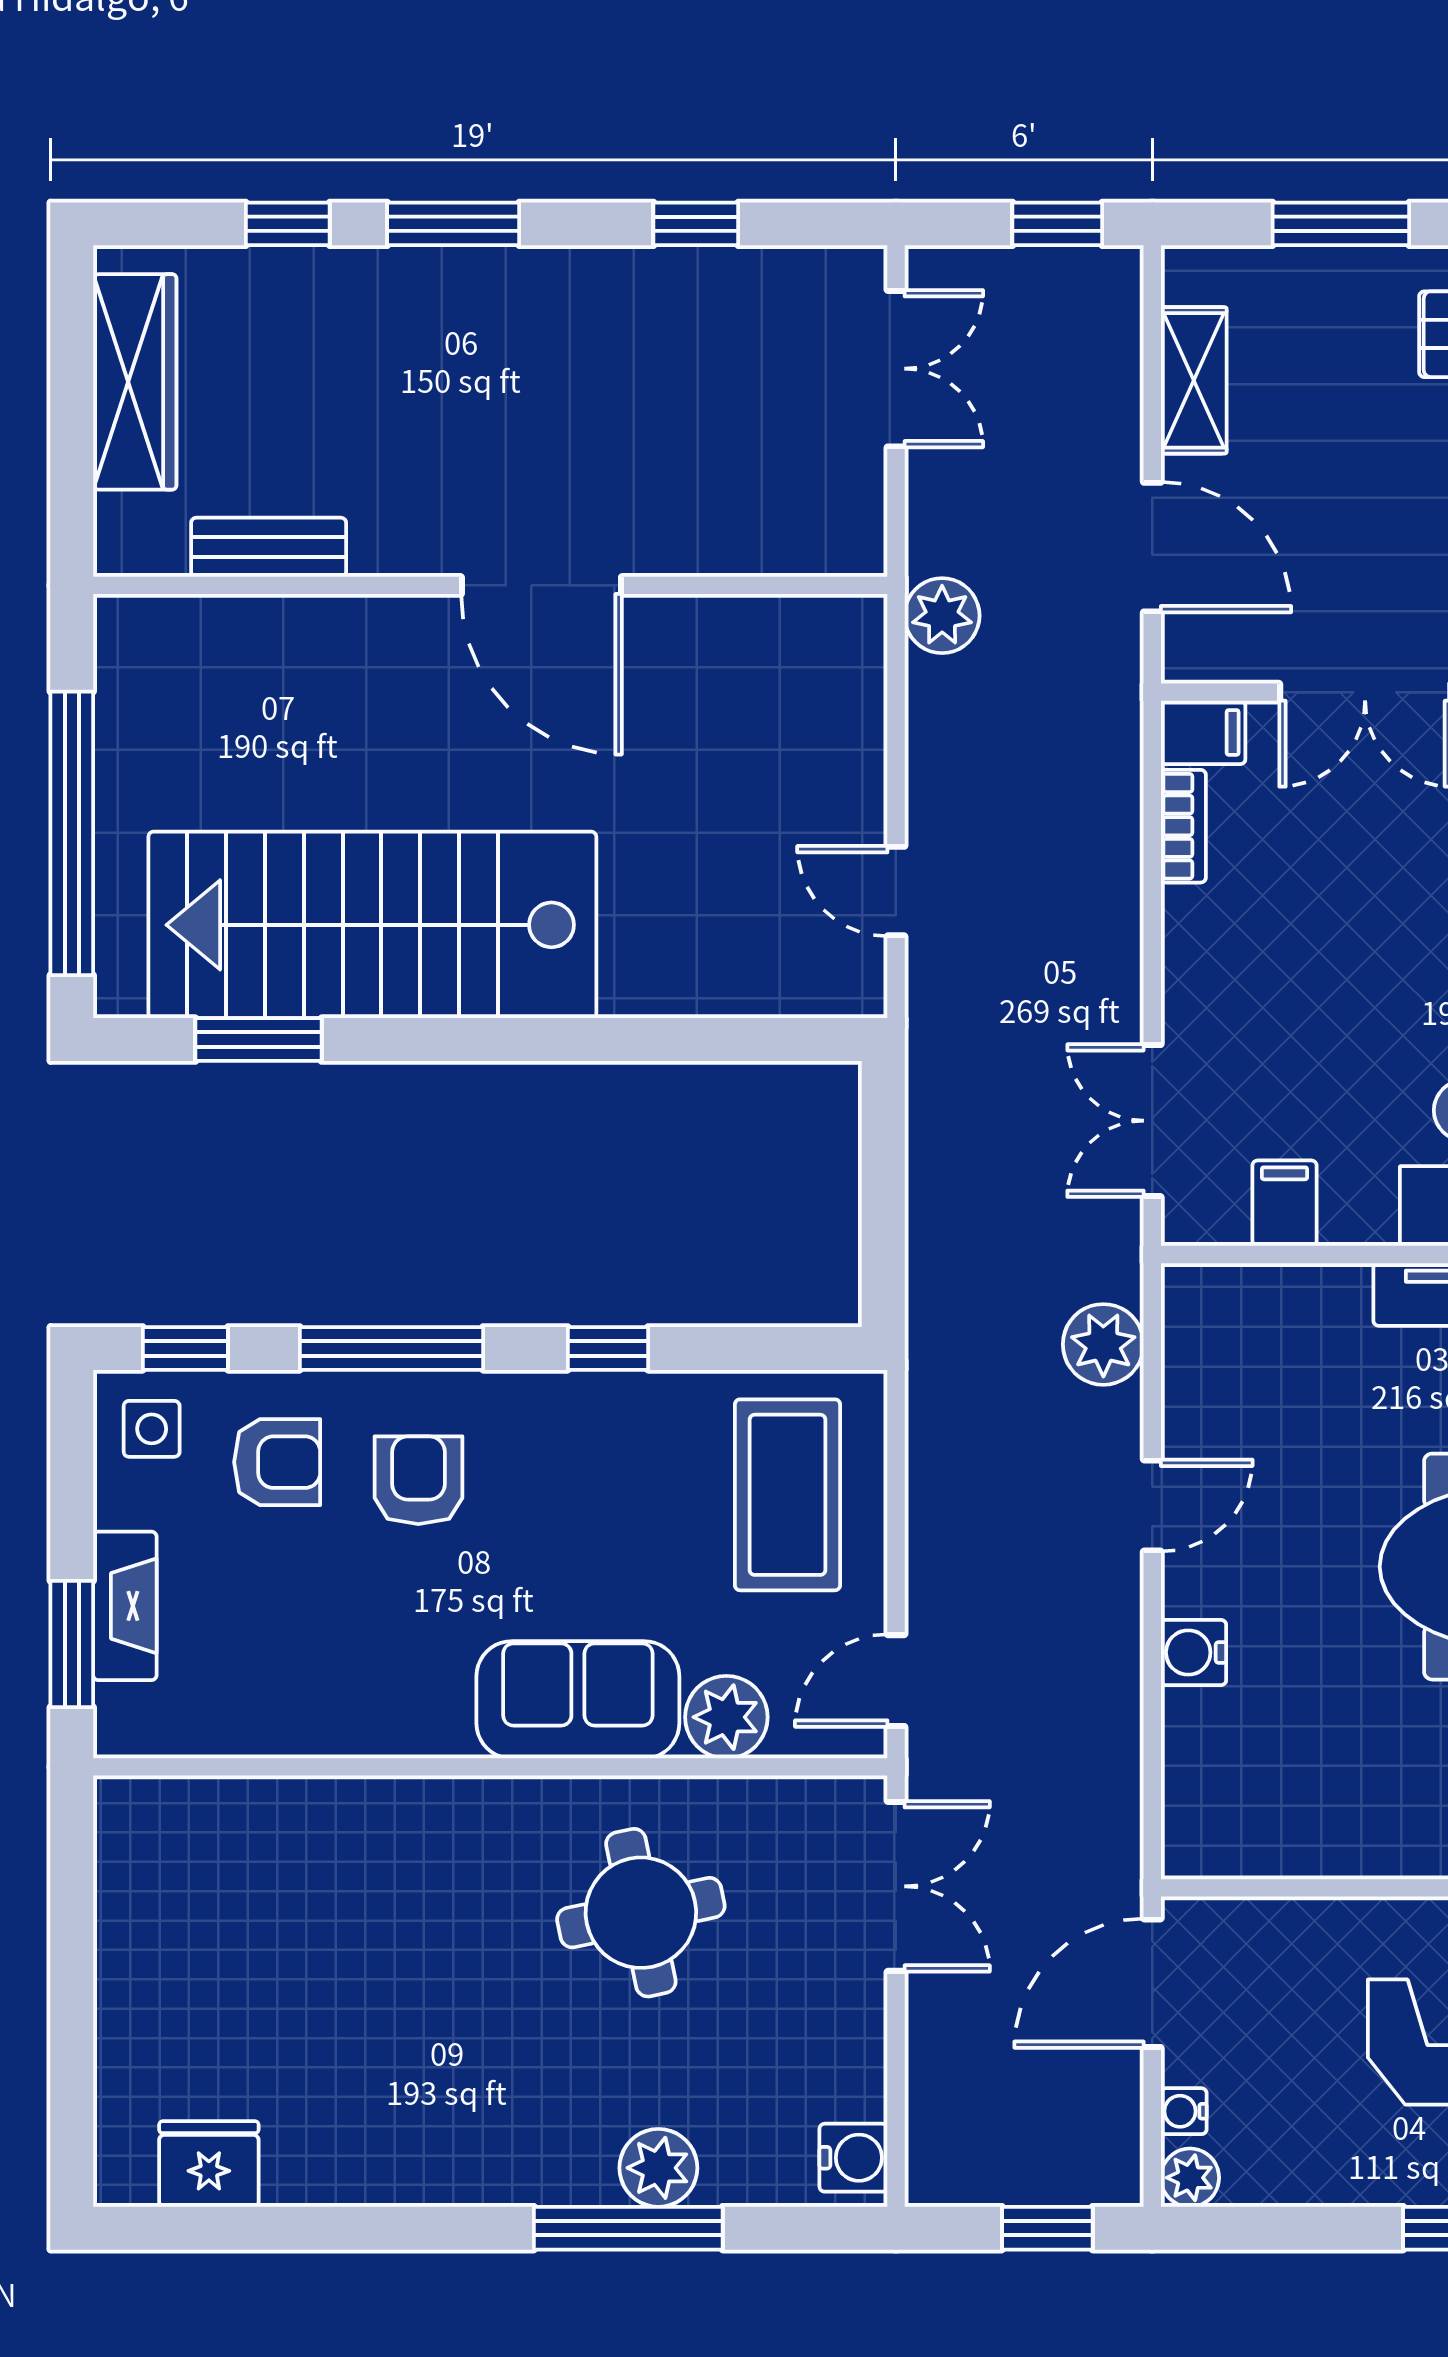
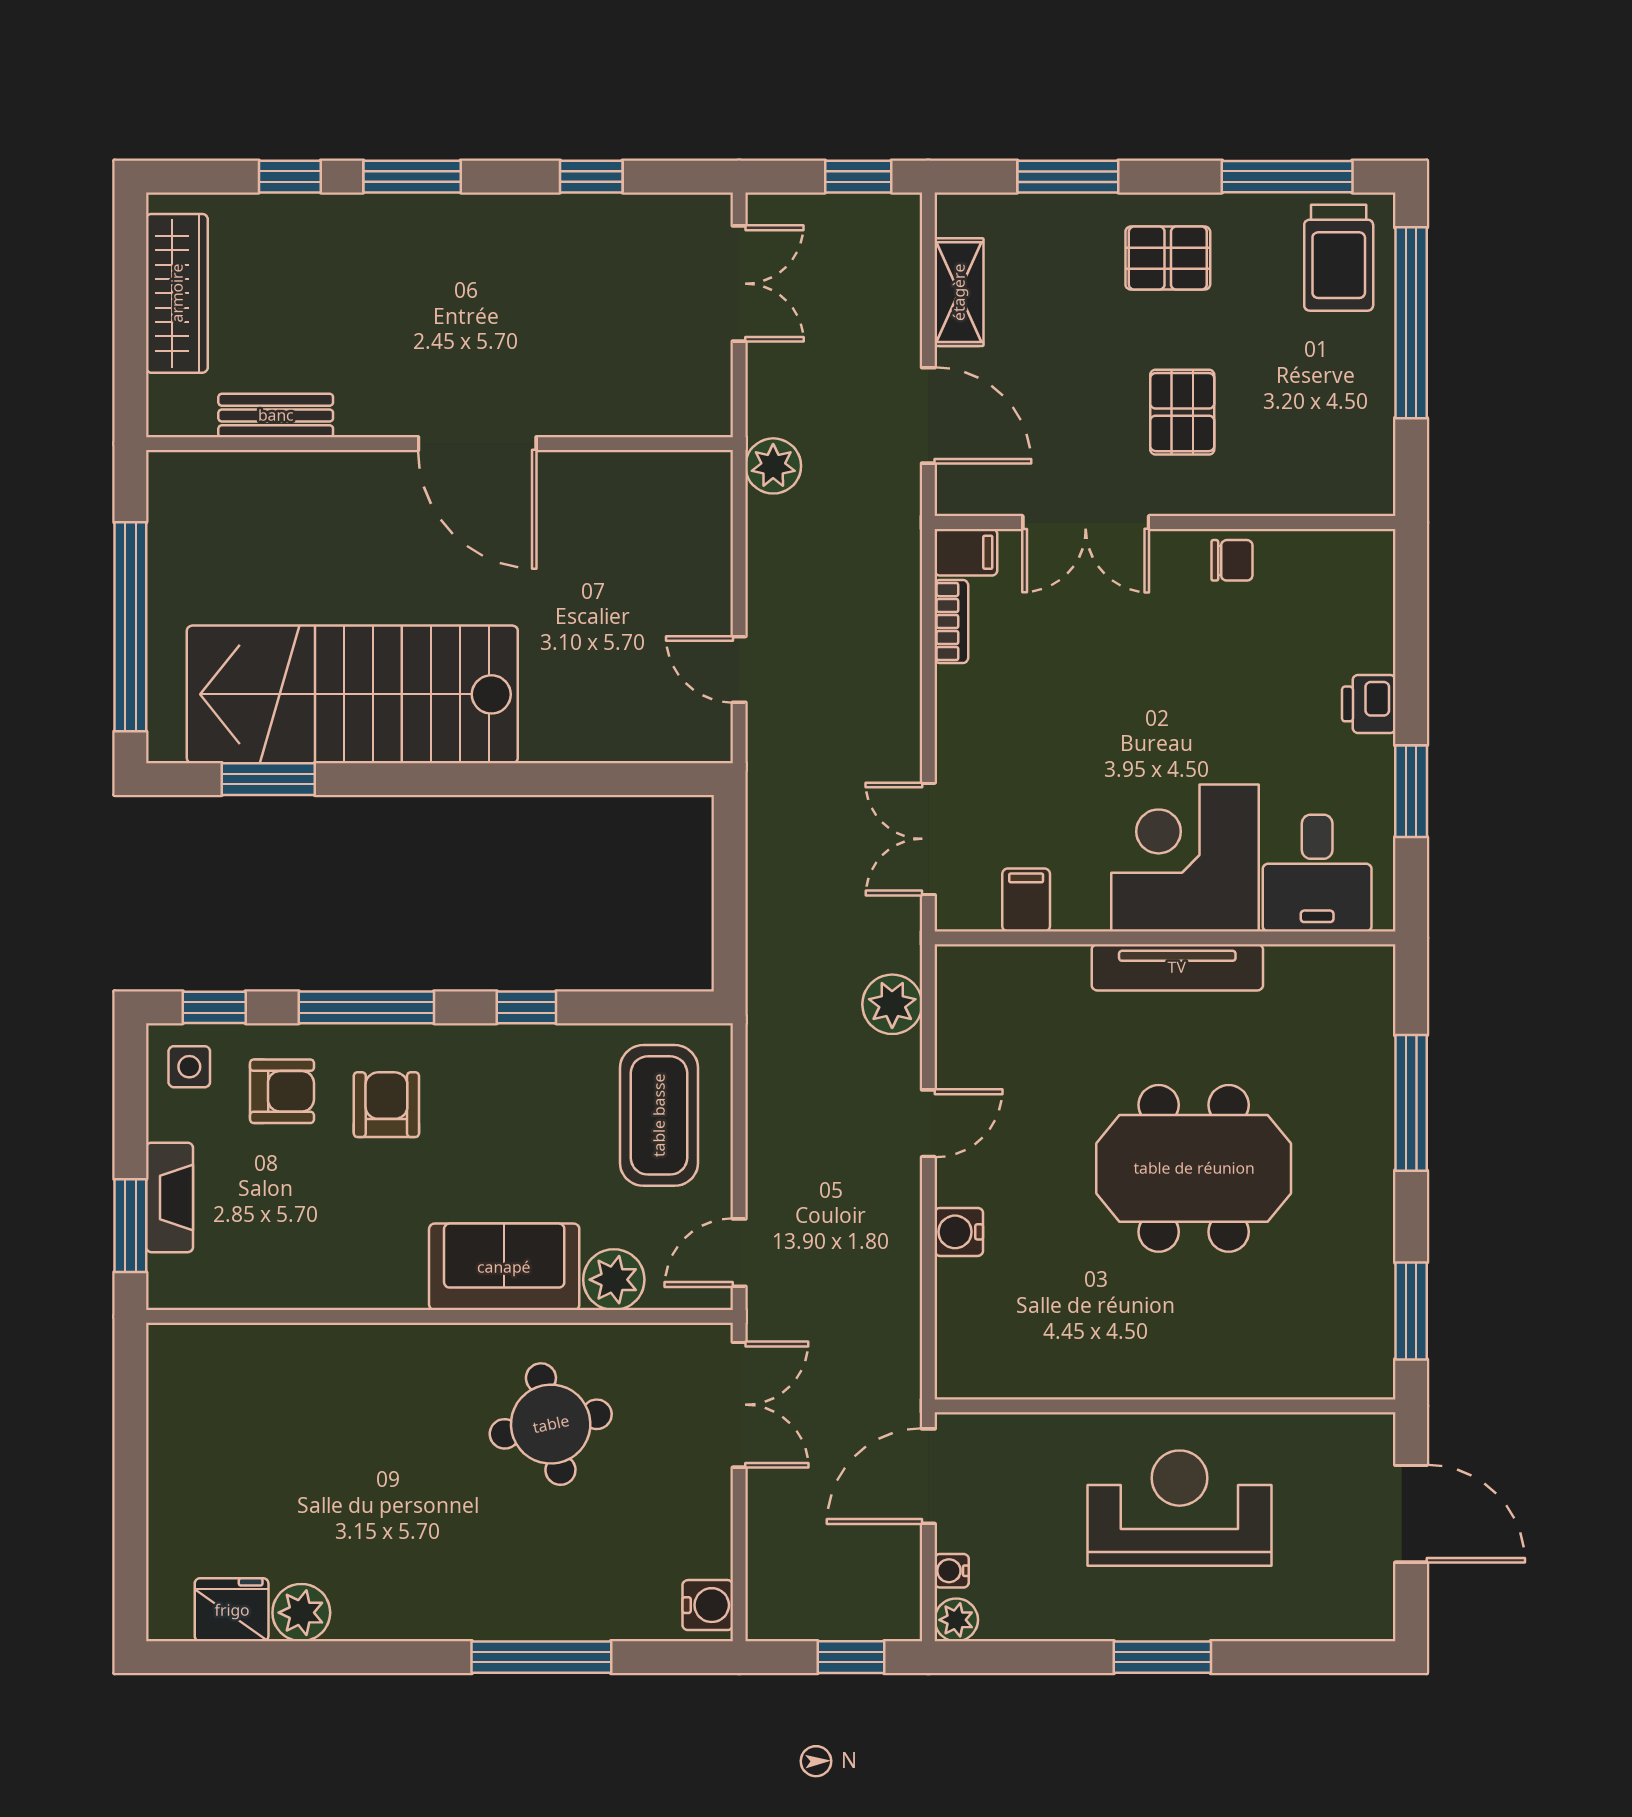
plant: (658, 2168) -> (301, 1613), moved

